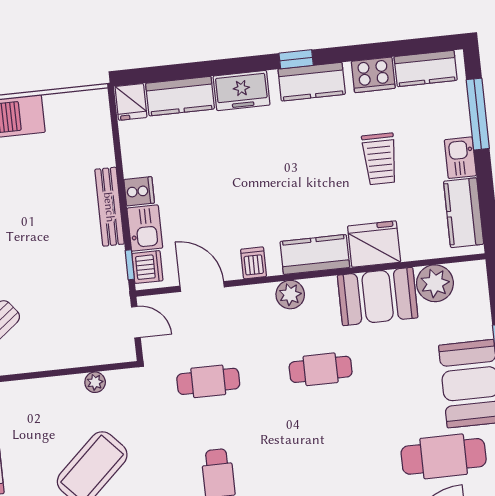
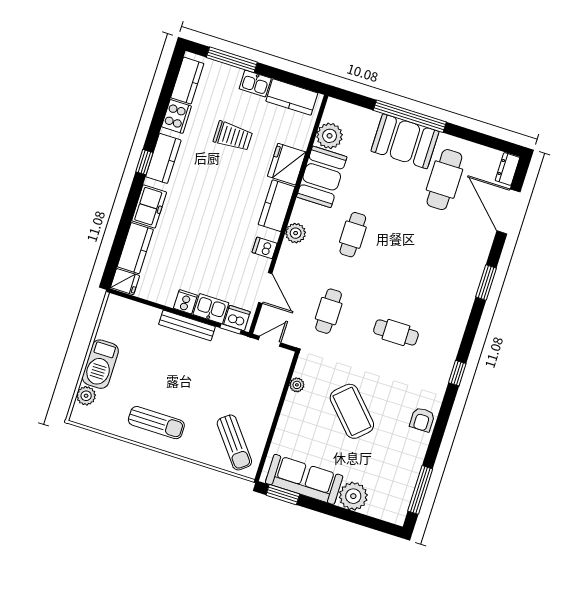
door: (202, 286) -> (265, 288), swing flipped

